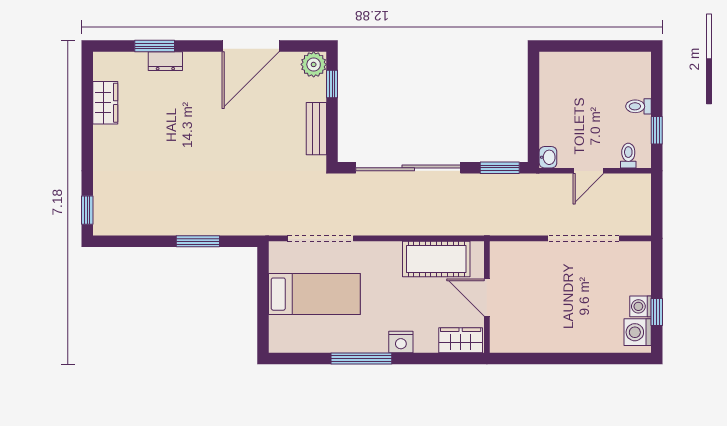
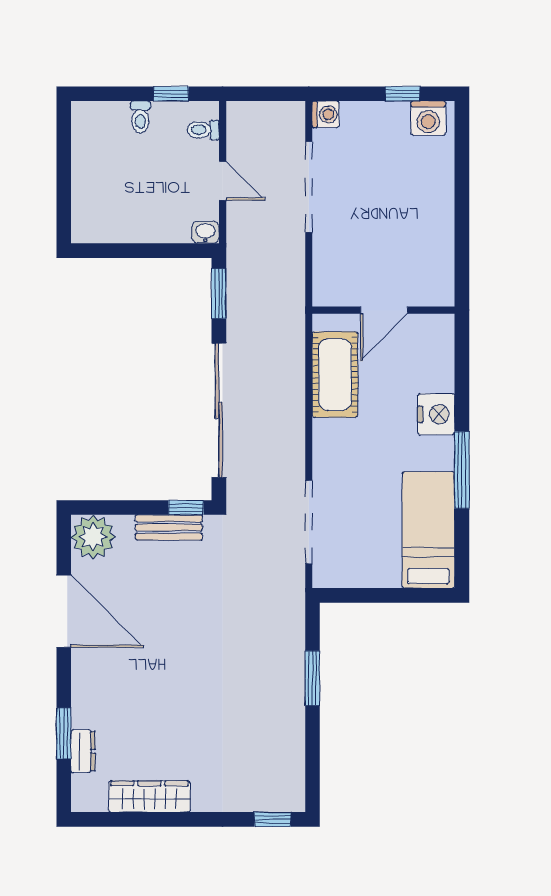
dresser: (165, 61) -> (83, 751), moved
plant: (314, 64) -> (93, 537), width x1.36, depth x1.36
window: (332, 84) -> (186, 507), moved
wardrobe: (105, 103) -> (149, 796), width x1.50
bed: (314, 294) -> (428, 530), moved
washing machine: (641, 306) -> (326, 114), moved, turned -90
wardrobe: (461, 340) -> (439, 344), removed
nightstand: (401, 342) -> (436, 414), width x1.36, depth x1.33

